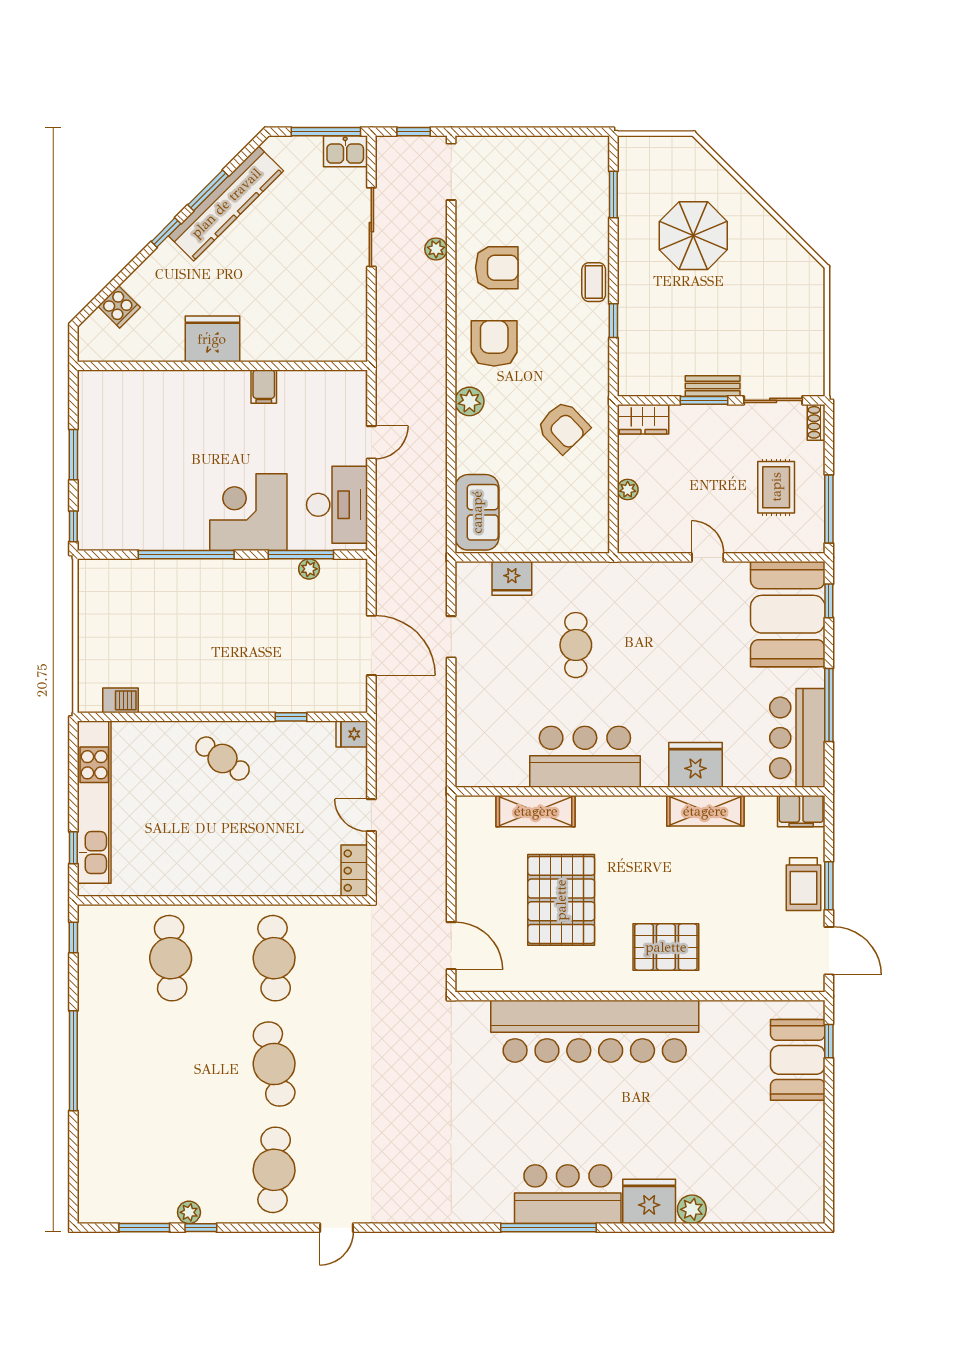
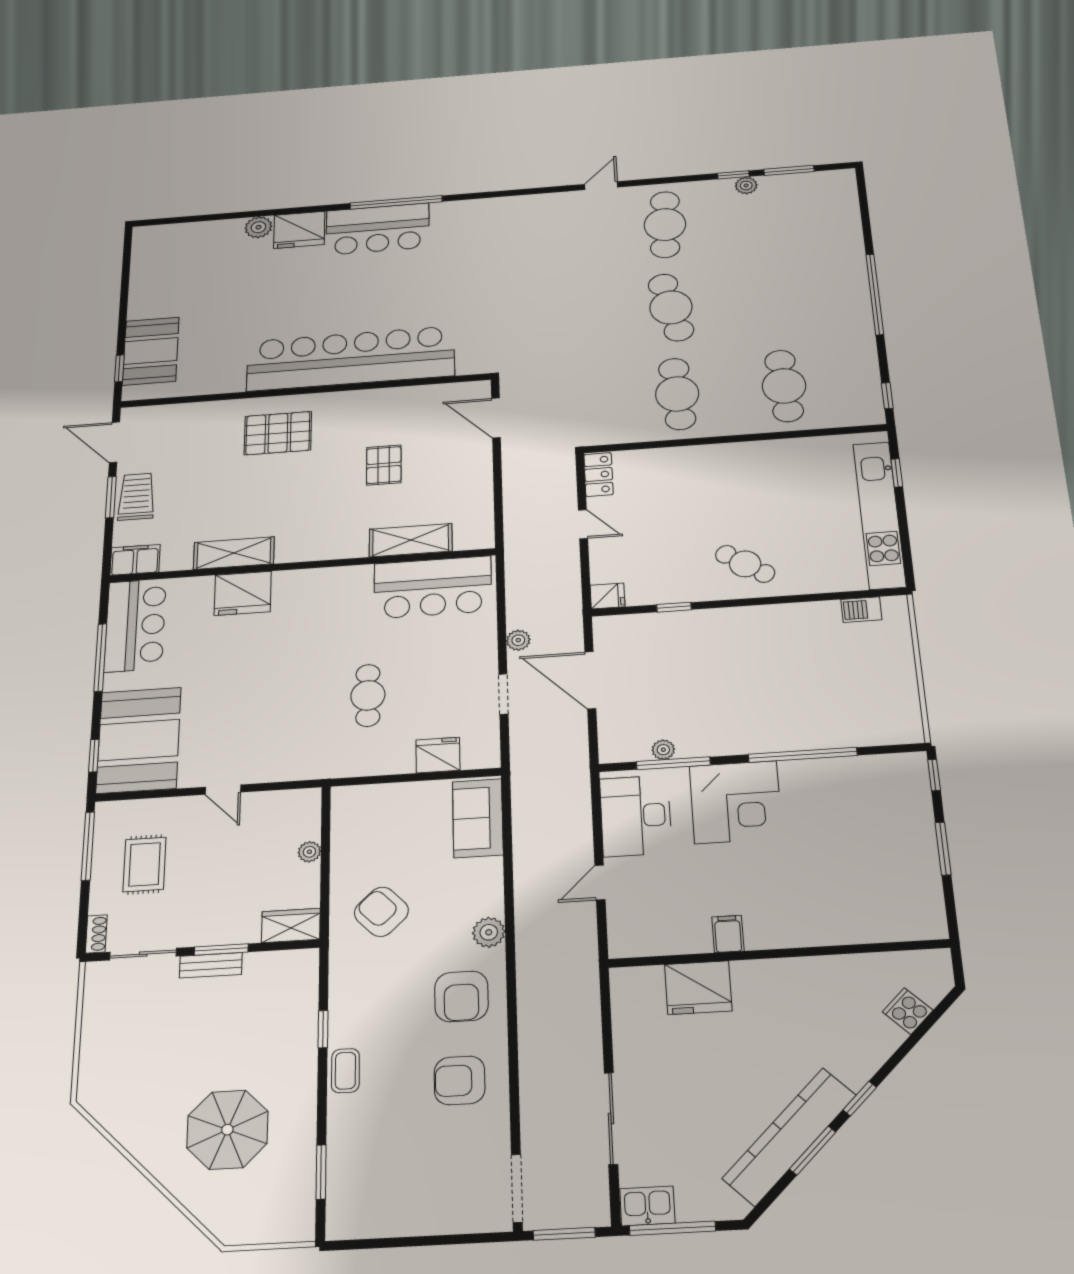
window: (414, 132) -> (564, 1234), width x1.50
plant: (436, 249) -> (518, 640), moved
fridge: (212, 339) -> (698, 988), moved
bar counter: (585, 757) -> (433, 587), moved
pallet: (561, 900) -> (384, 465), width x0.49, depth x0.50

